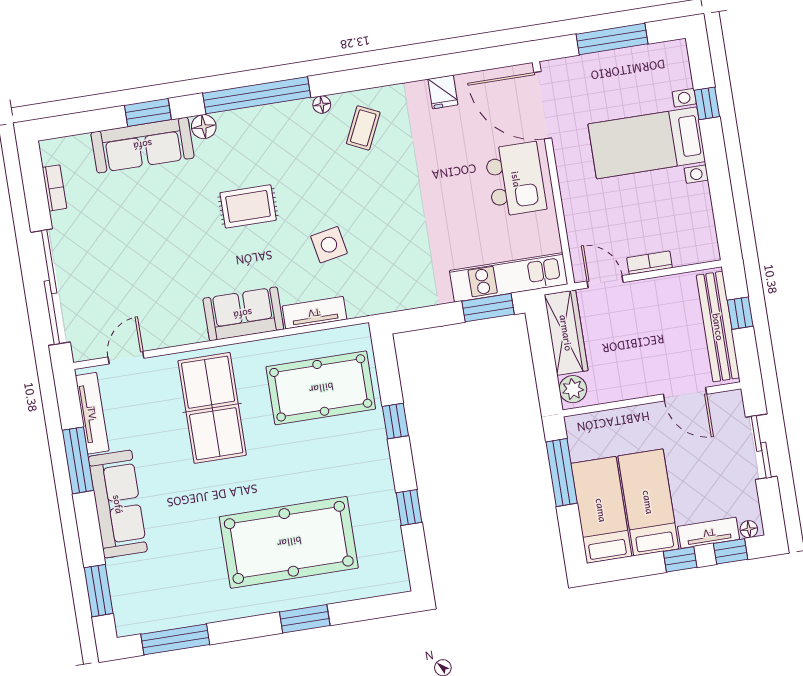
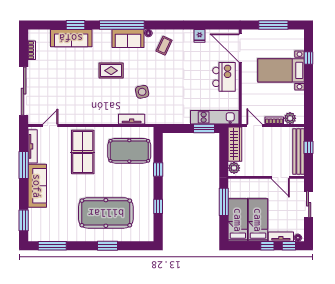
floor lamp: (204, 127) -> (98, 35), removed
plant: (686, 252) -> (290, 118), added
sofa: (243, 314) -> (128, 39), moved, turned 180

